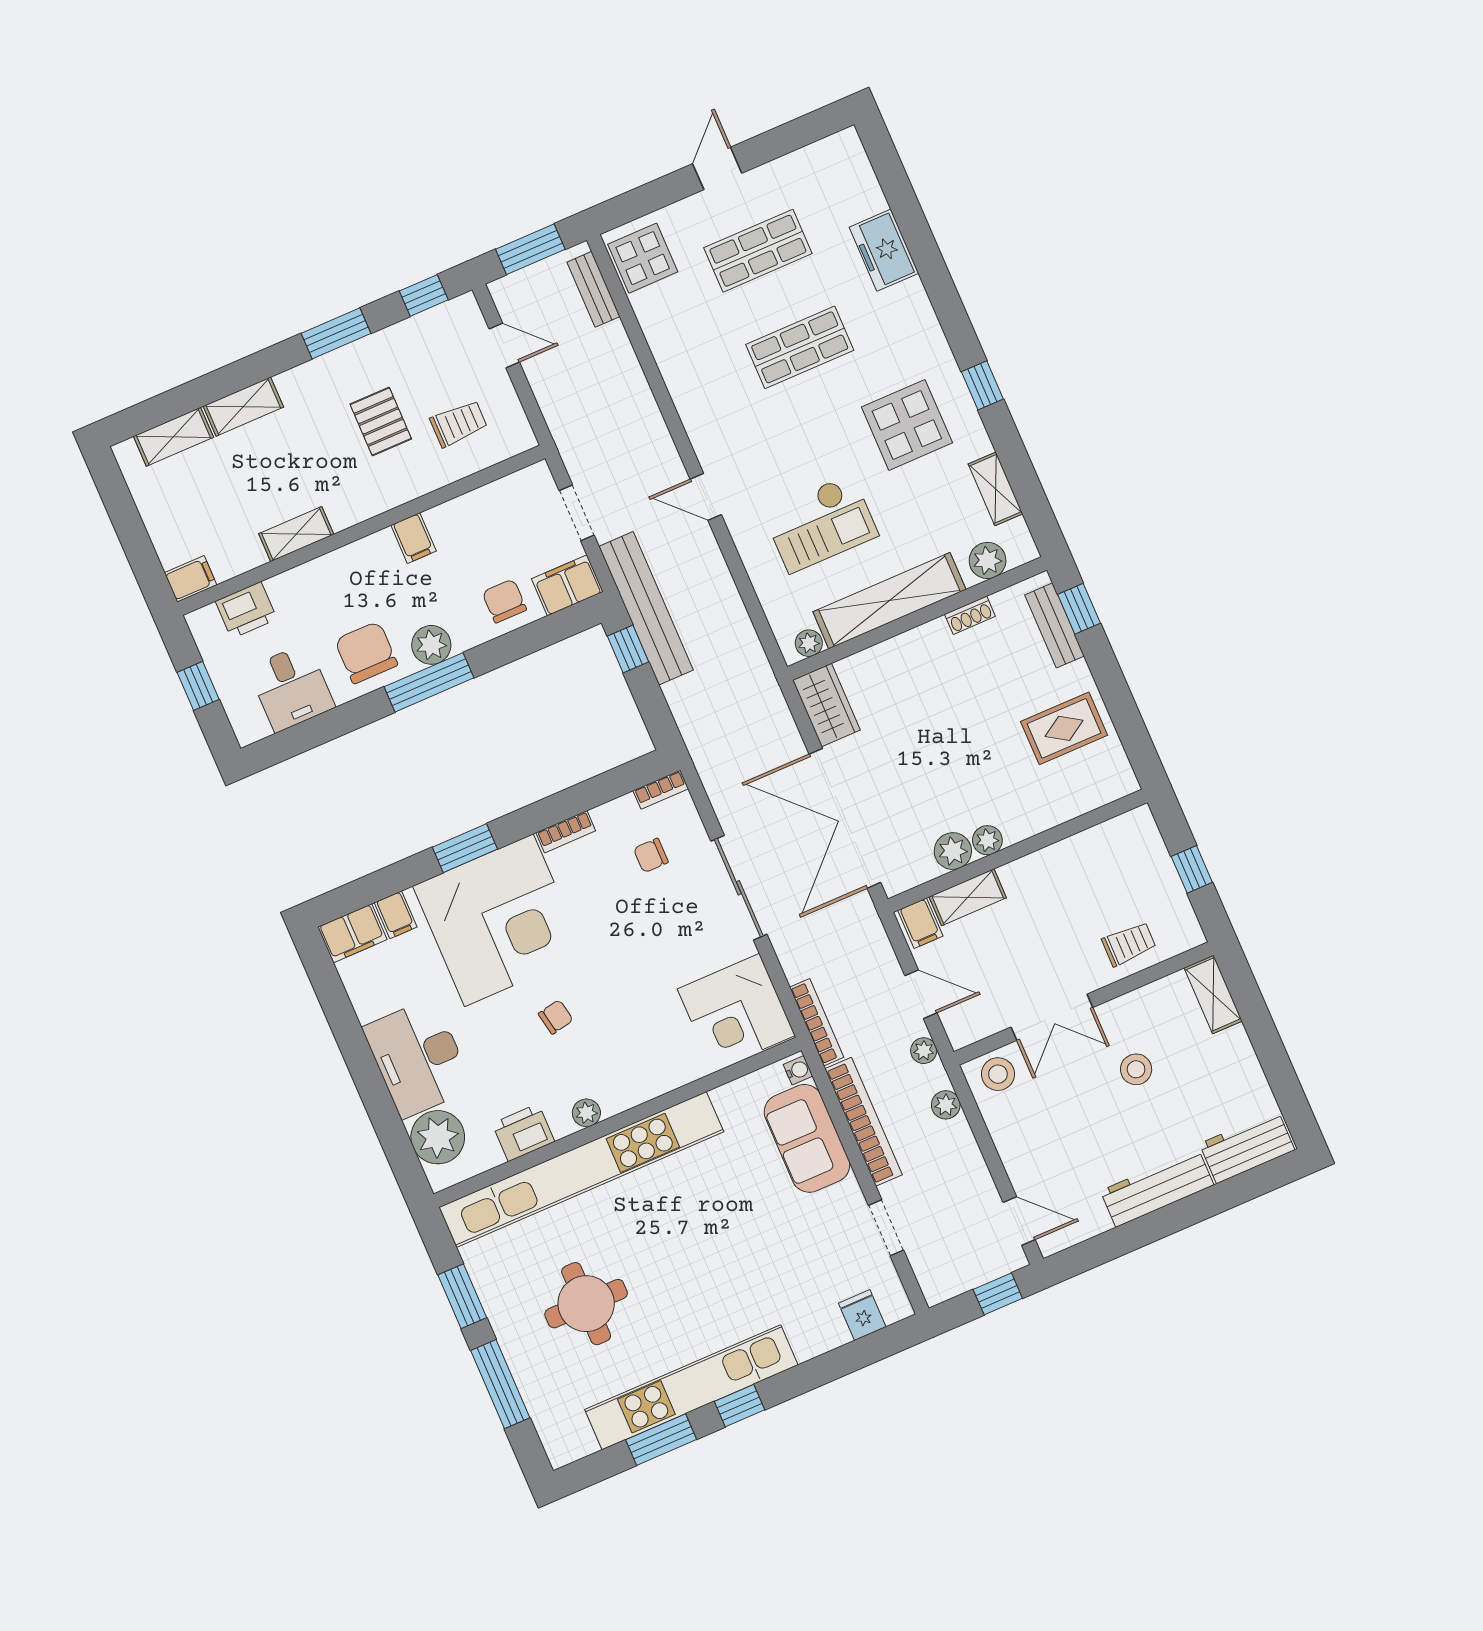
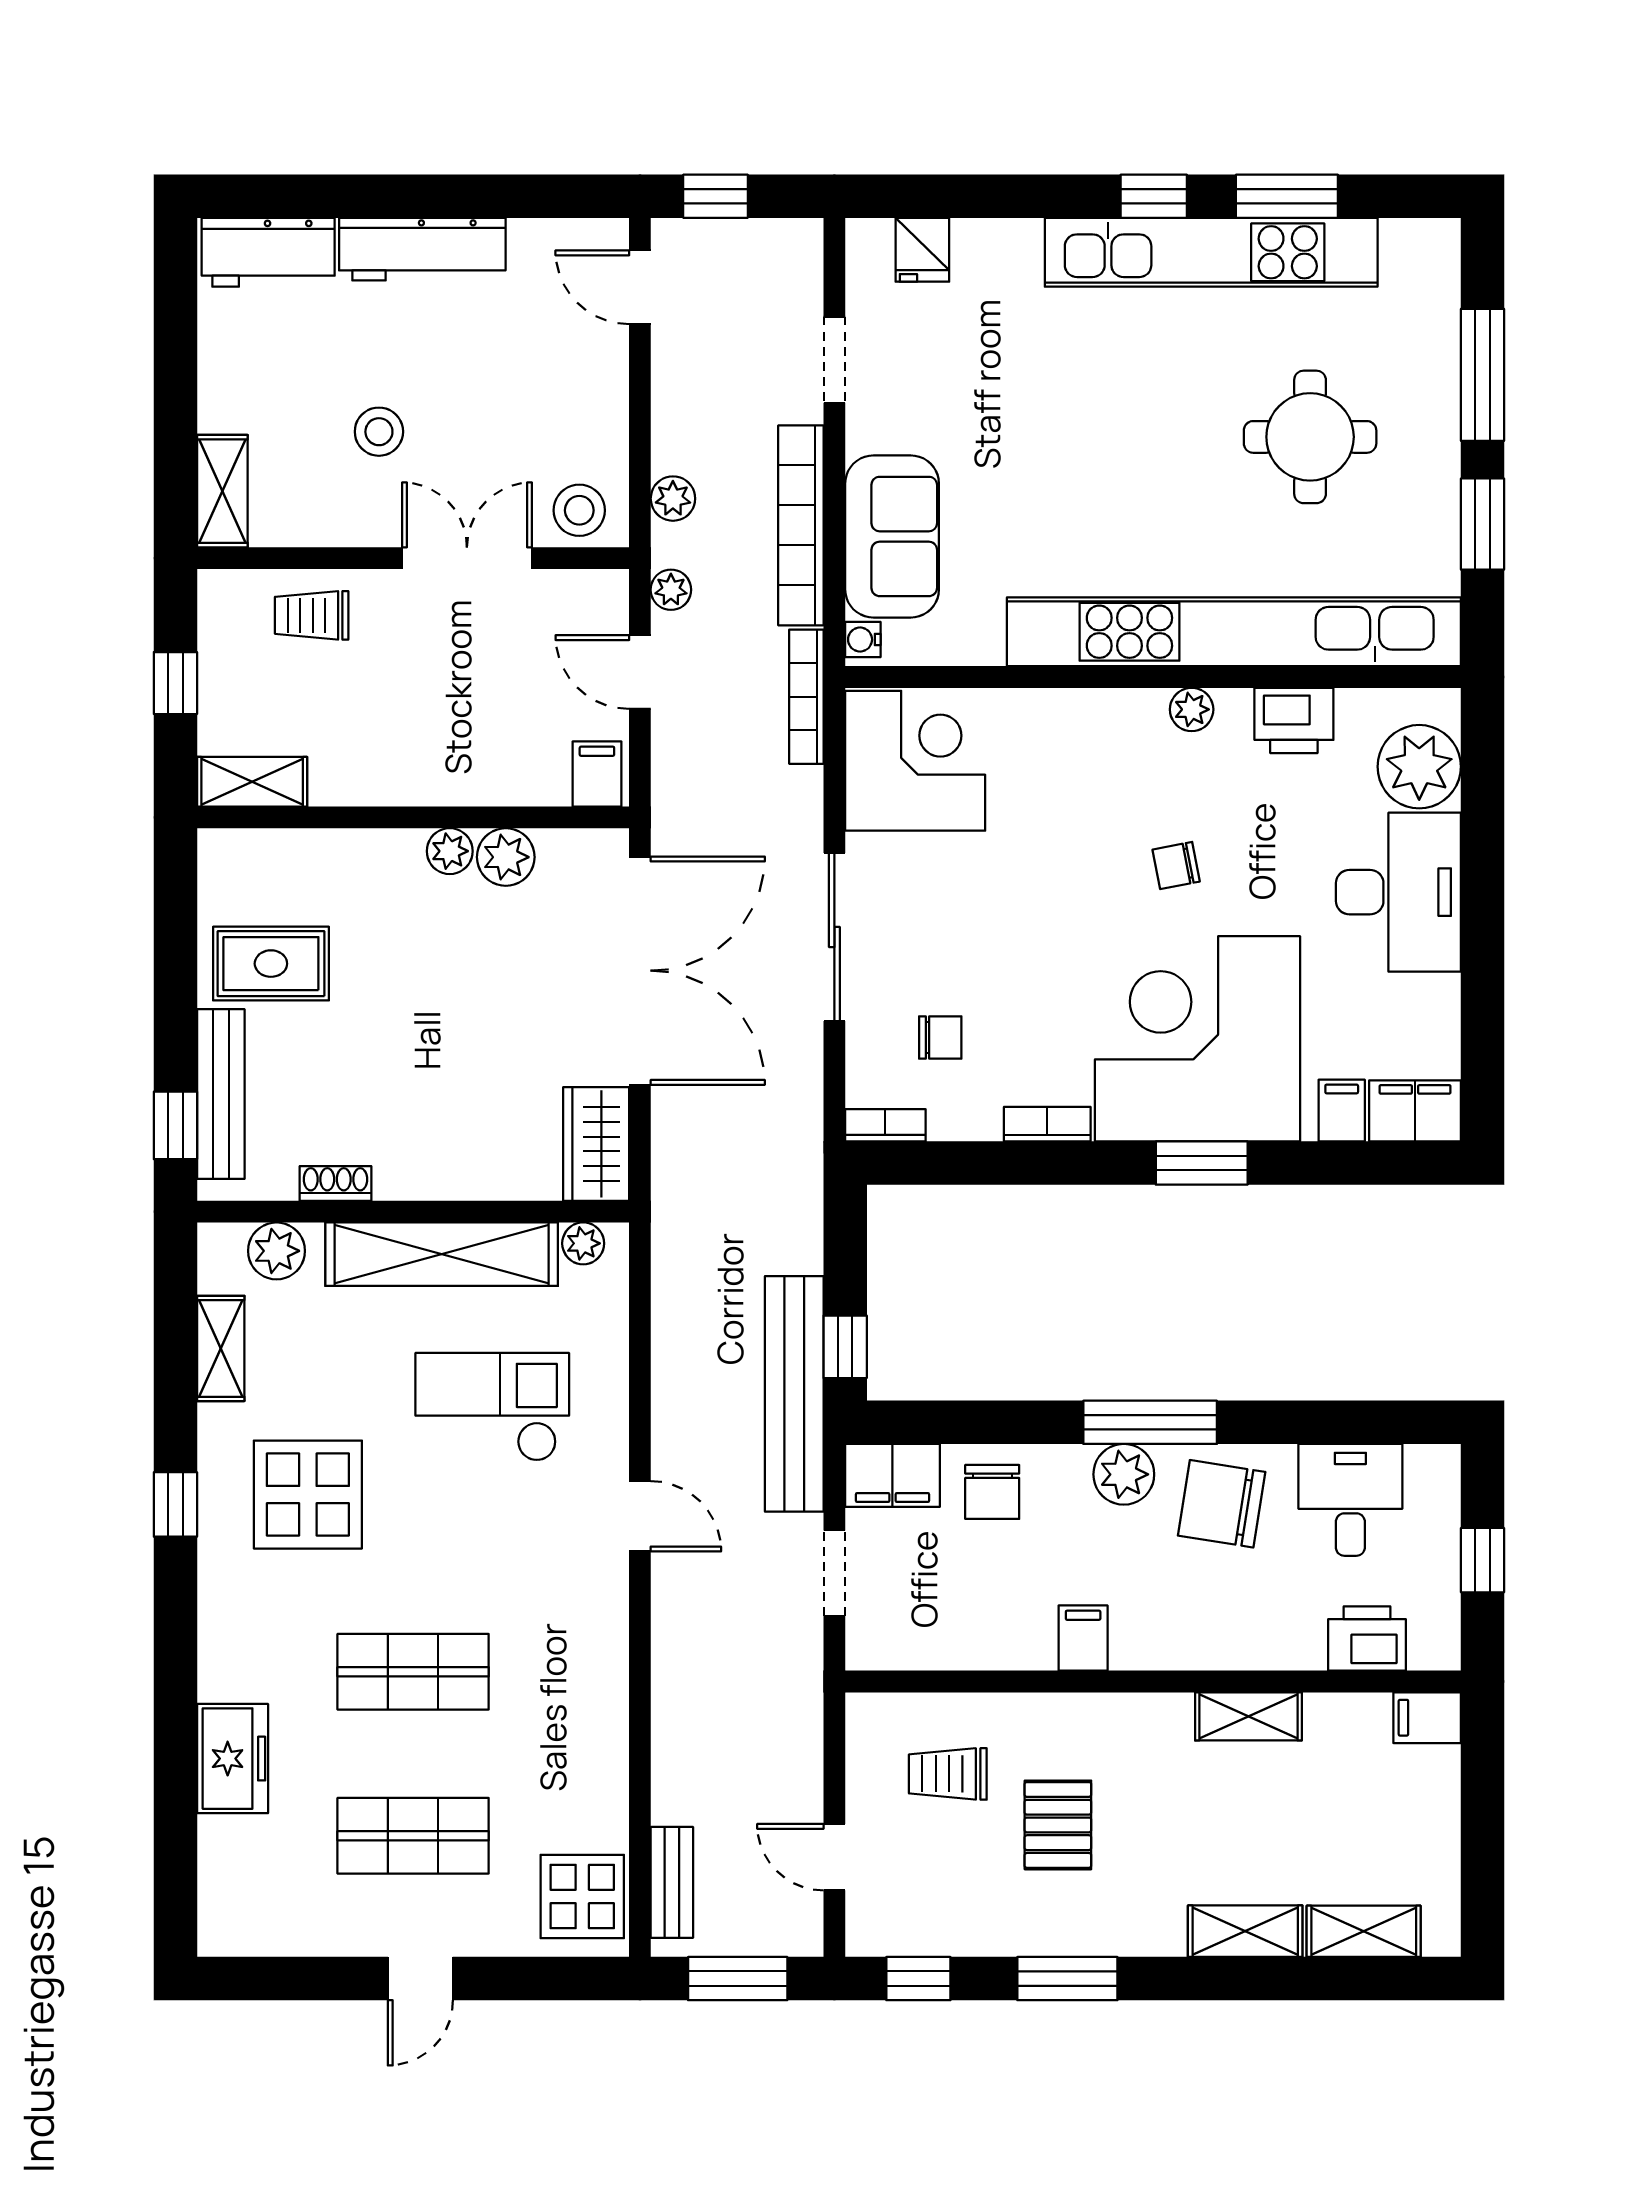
bench: (1055, 625) -> (221, 1094), width x1.36
chair: (366, 653) -> (1222, 1504), turned 99
shelving: (968, 897) -> (252, 782), moved

